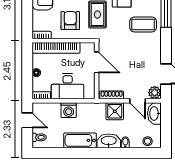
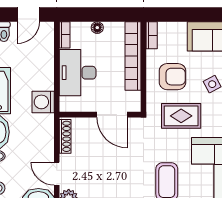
door: (97, 62) -> (112, 115), hinge flipped
door: (138, 101) -> (57, 174), hinge flipped
washing machine: (69, 110) -> (43, 102), moved
shower: (115, 111) -> (42, 141), removed

